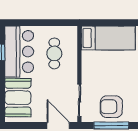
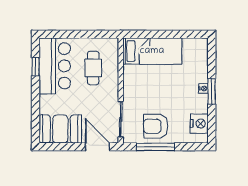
booth: (18, 98) -> (60, 129), moved, turned 90

